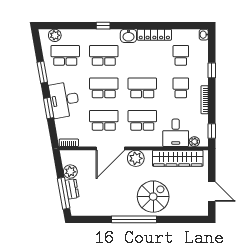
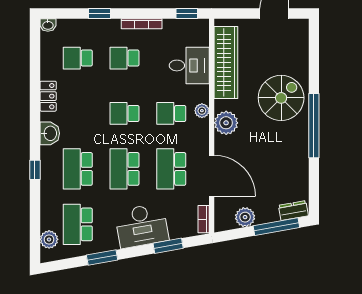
locker: (154, 35) -> (48, 96), width x0.66
school desk: (142, 88) -> (125, 113), width x0.54
window: (49, 108) -> (168, 246), moved
school desk: (142, 120) -> (171, 113), width x0.54
plant: (194, 142) -> (202, 111), moved
door: (110, 148) -> (212, 176), moved
dresser: (72, 189) -> (293, 211), moved
spiral stairs: (153, 197) -> (281, 98), turned 90

